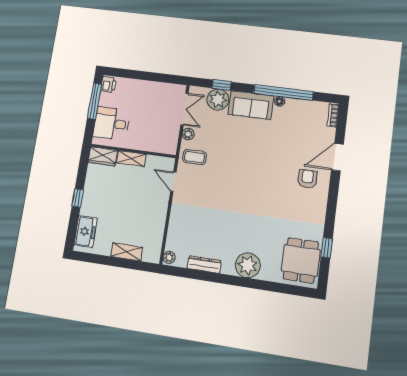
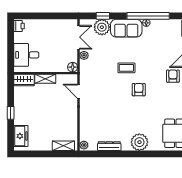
window: (94, 101) -> (11, 40), removed
floor lamp: (170, 148) -> (73, 67), added
coffee table: (195, 157) -> (126, 68), moved
armchair: (257, 191) -> (139, 90), added
shelving: (127, 252) -> (63, 146), moved

